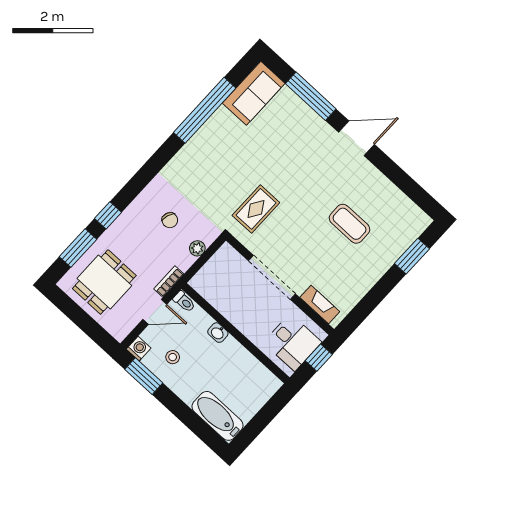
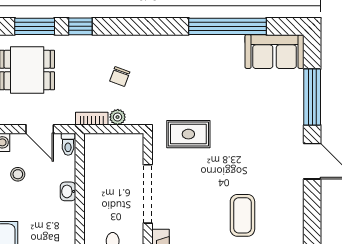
bookcase: (169, 281) -> (92, 119), moved

